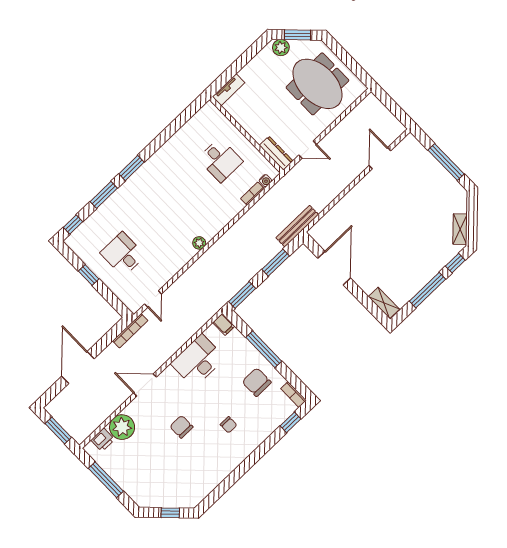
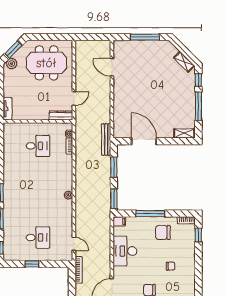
desk: (123, 254) -> (38, 238), turned 180

